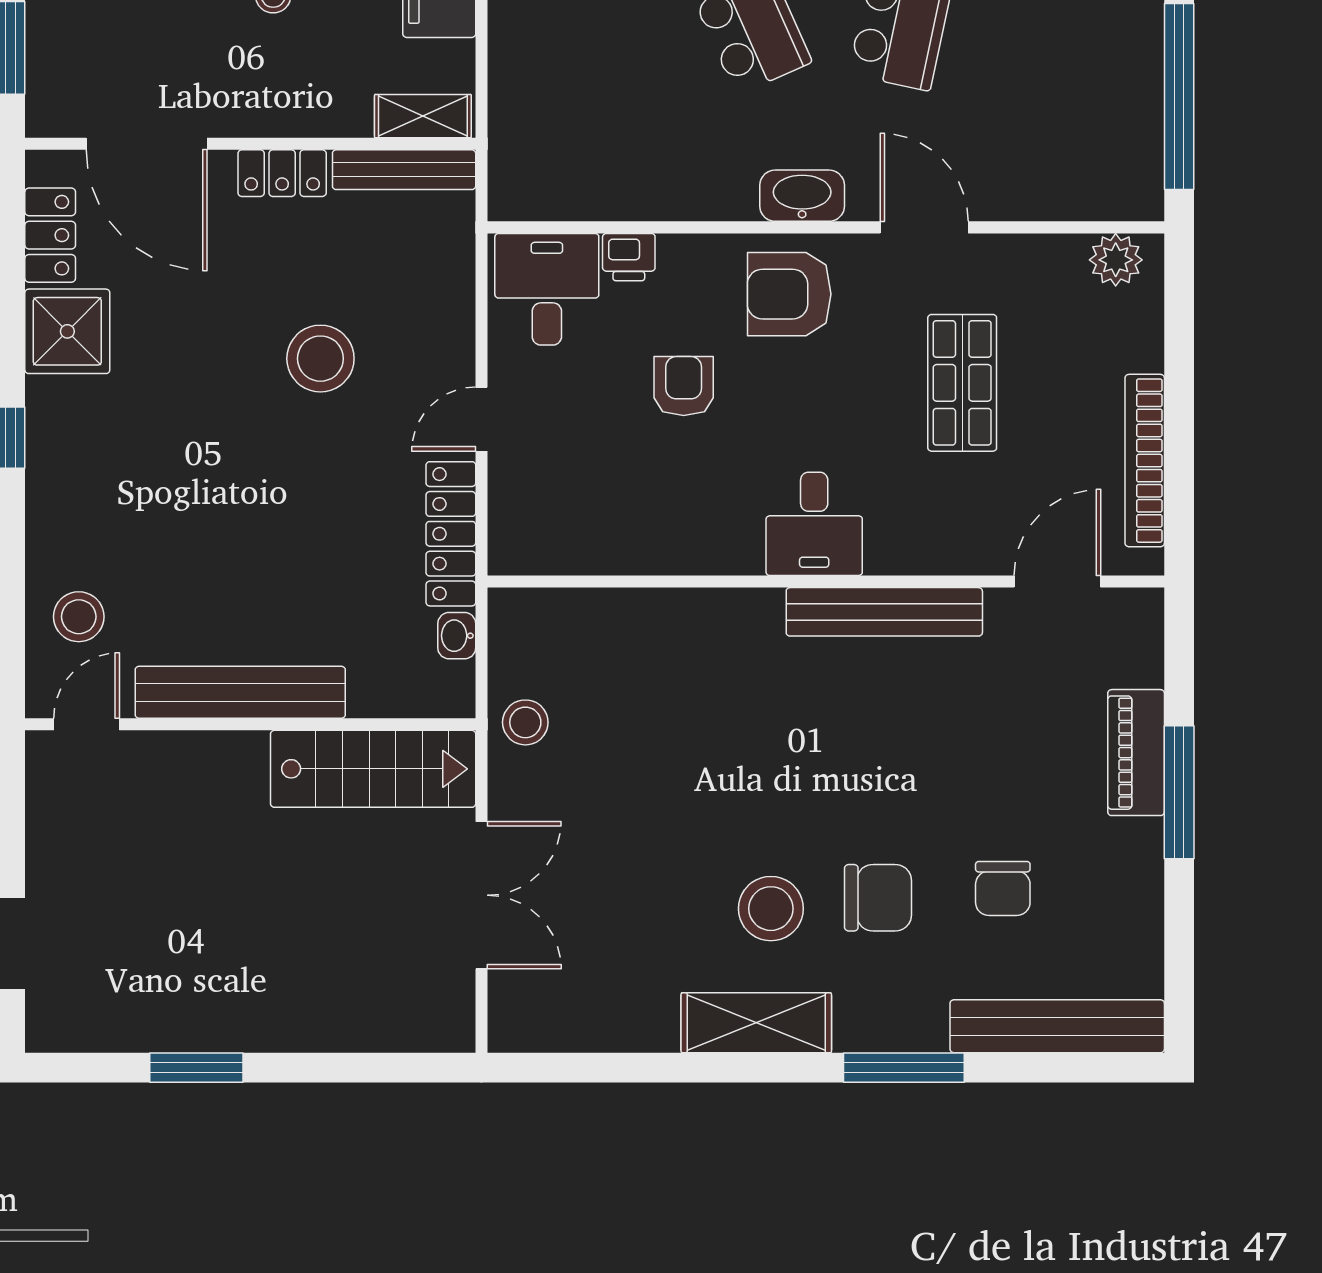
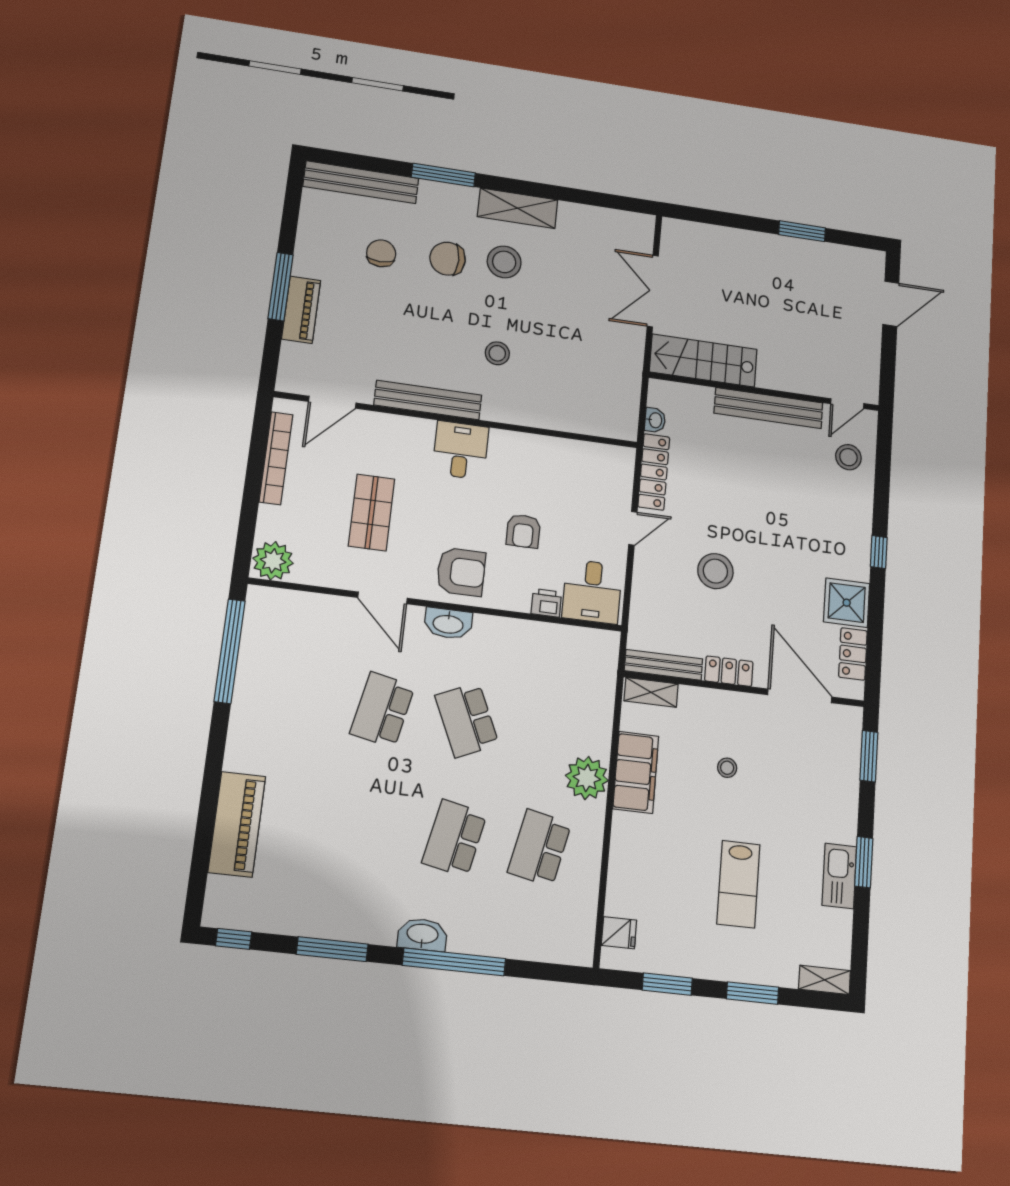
plant: (1116, 260) -> (273, 561), width x1.36, depth x1.36
stool: (525, 722) -> (497, 353), moved

